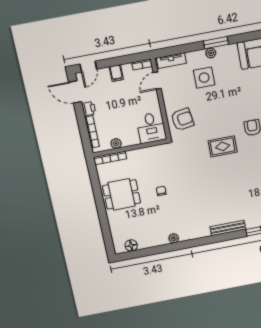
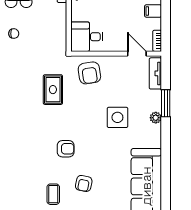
window: (216, 43) -> (166, 103), moved
side table: (204, 78) -> (117, 117), moved
rug: (223, 146) -> (53, 90), moved

